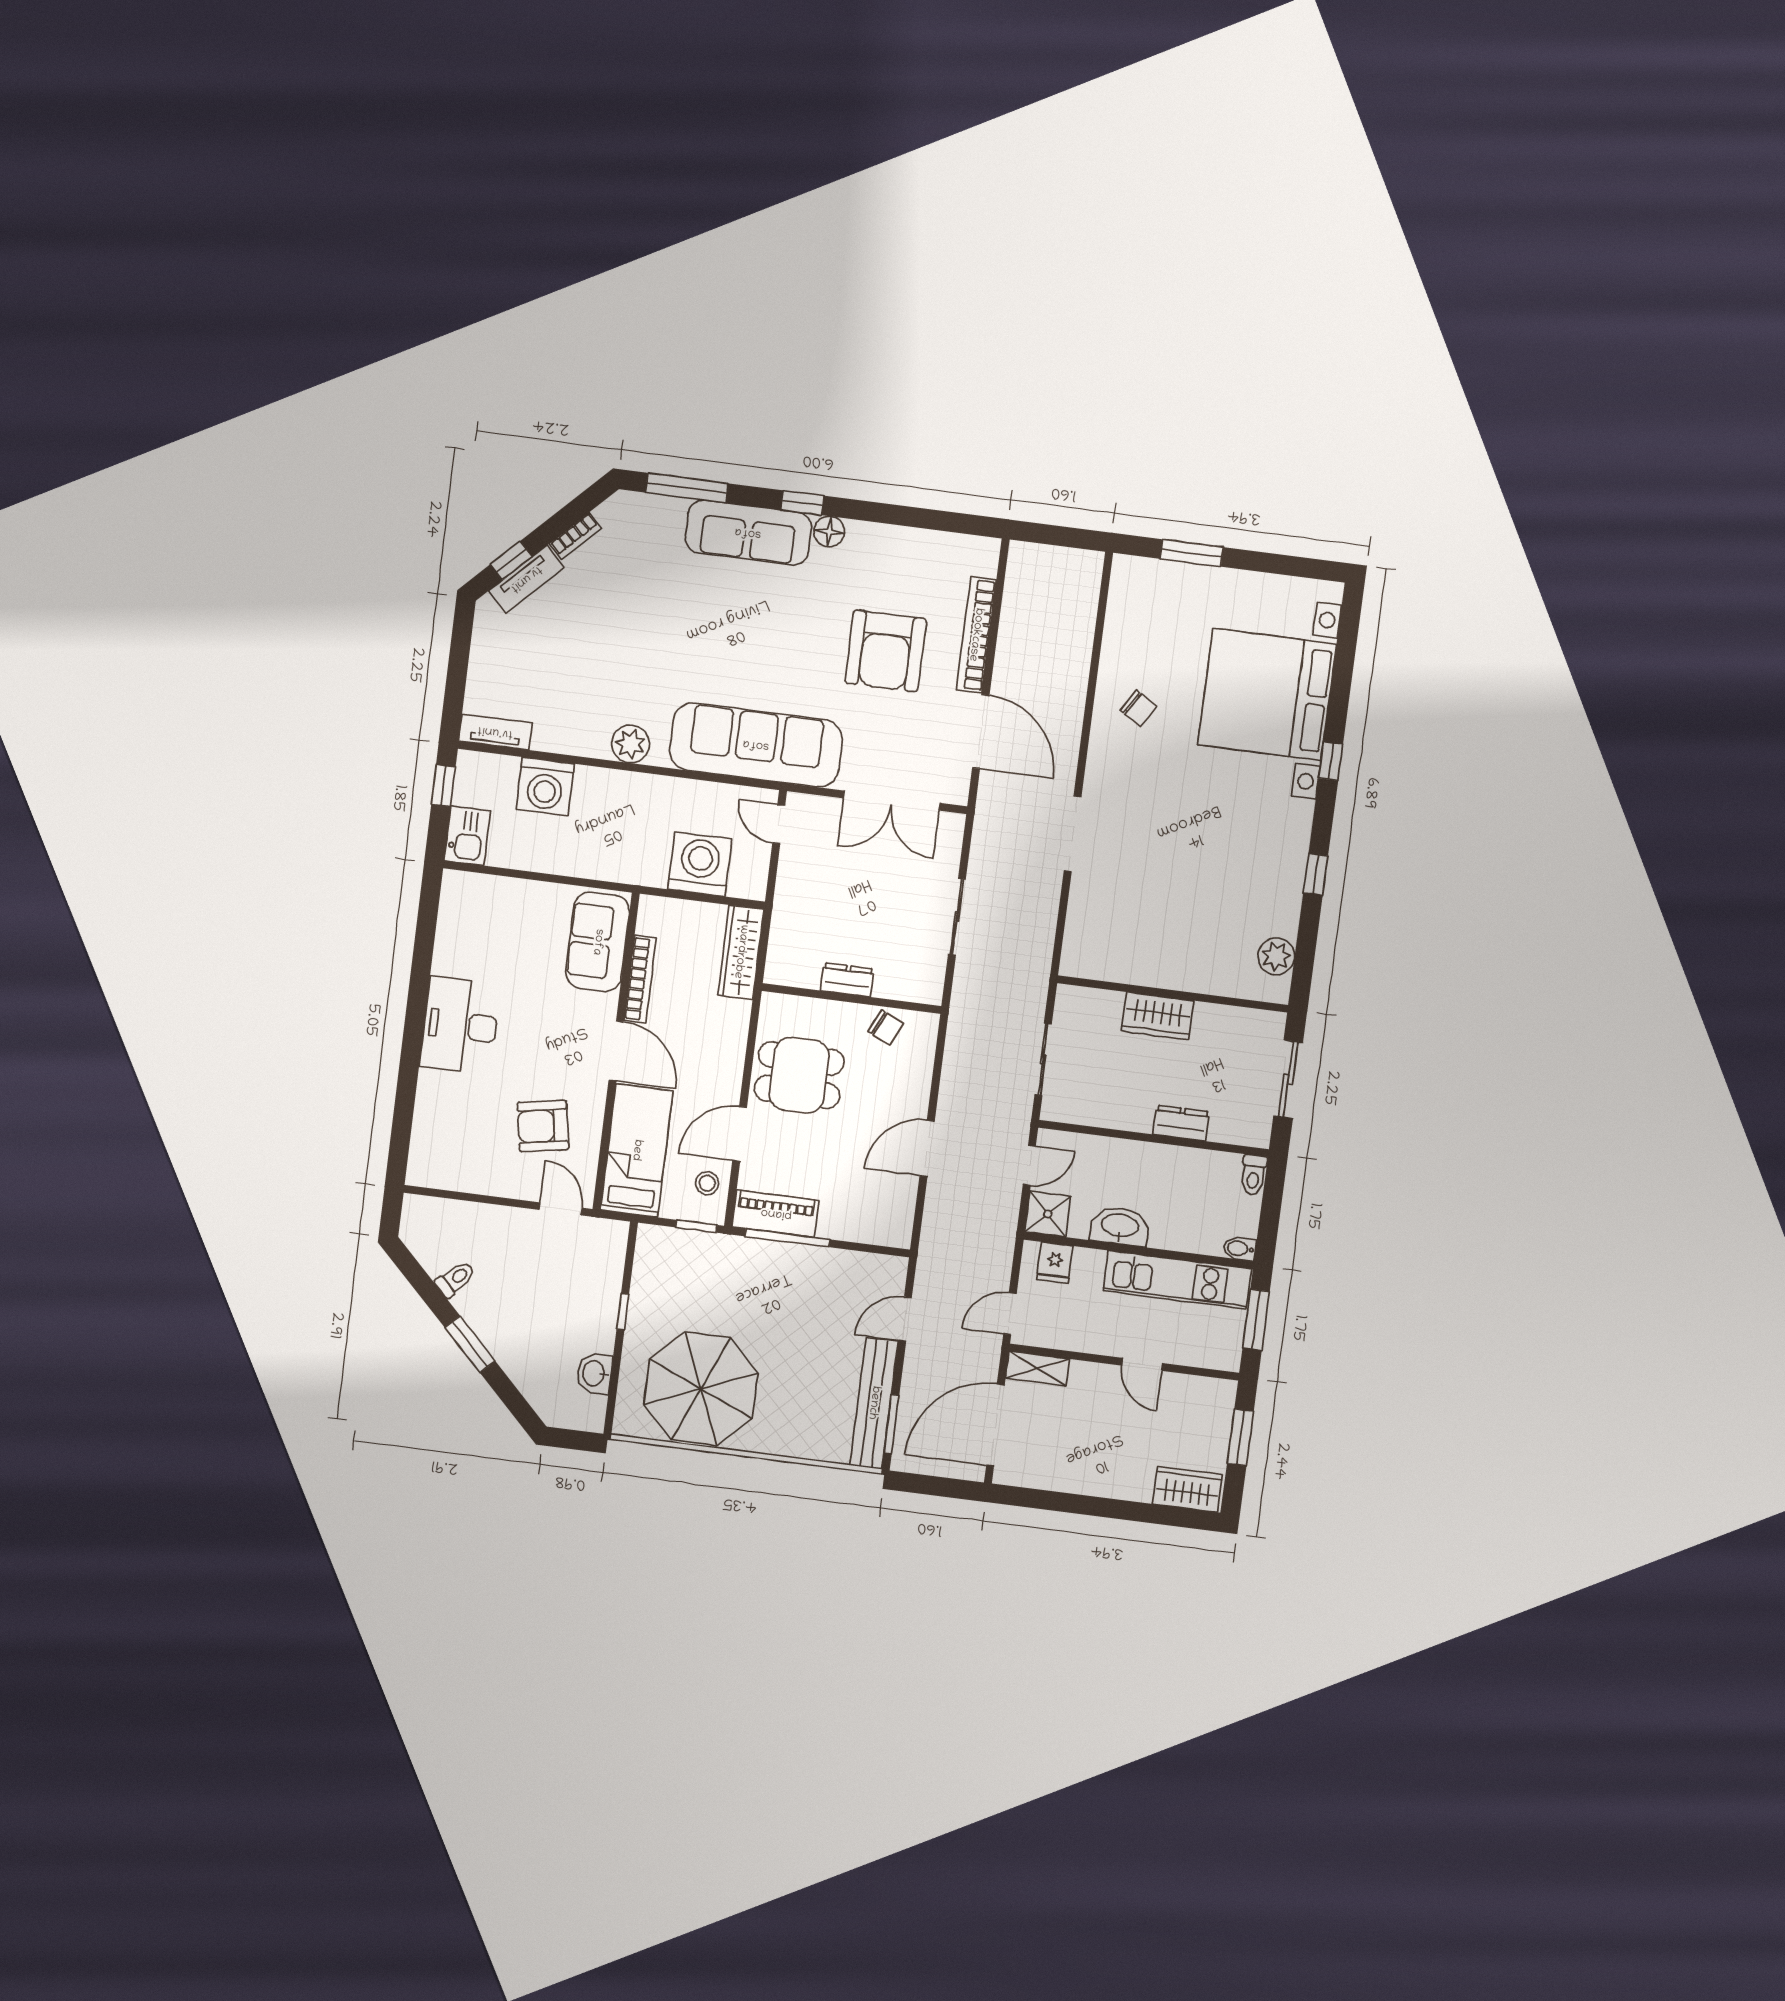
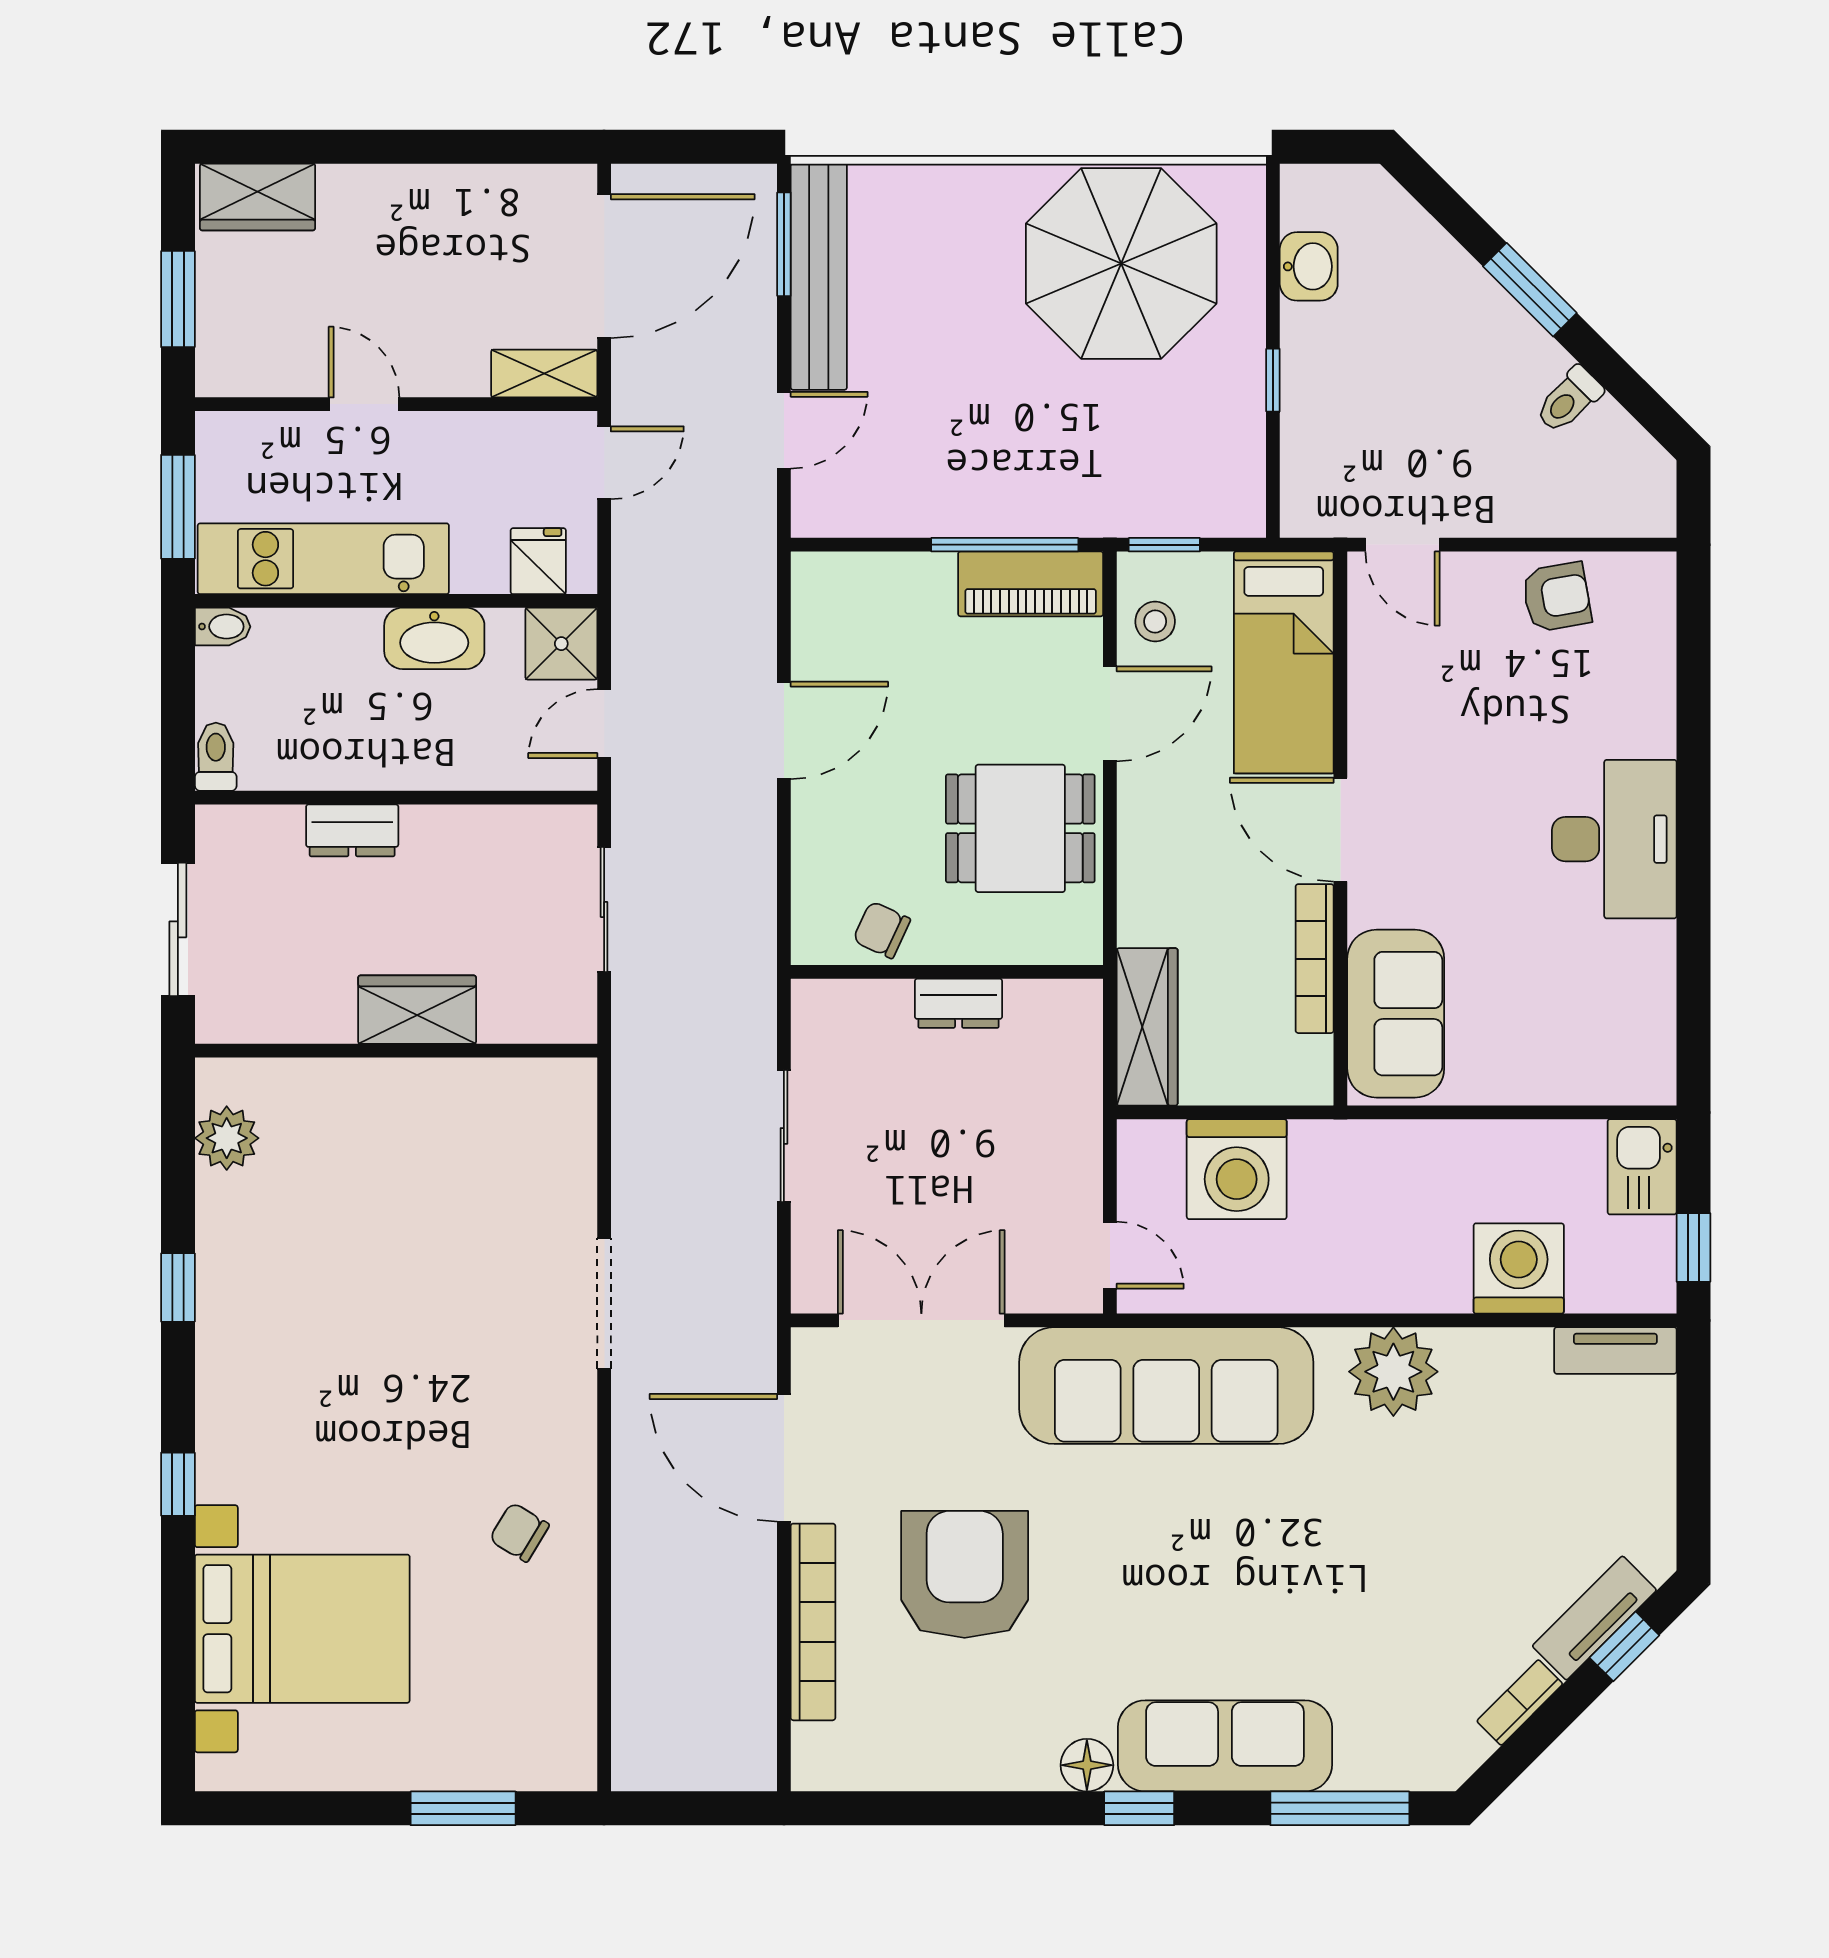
bed with nightstands: (1267, 694) -> (302, 1629), width x0.73
plant: (630, 744) -> (1393, 1372), width x1.36, depth x1.36
armchair: (543, 1126) -> (1557, 597), moved, width x0.72, depth x0.72

